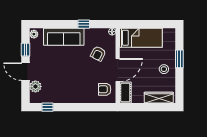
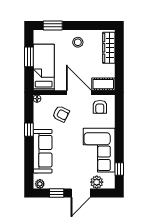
window: (150, 24) -> (29, 57), added
window: (179, 59) -> (53, 25), moved
corner sofa: (65, 89) -> (99, 150), added

